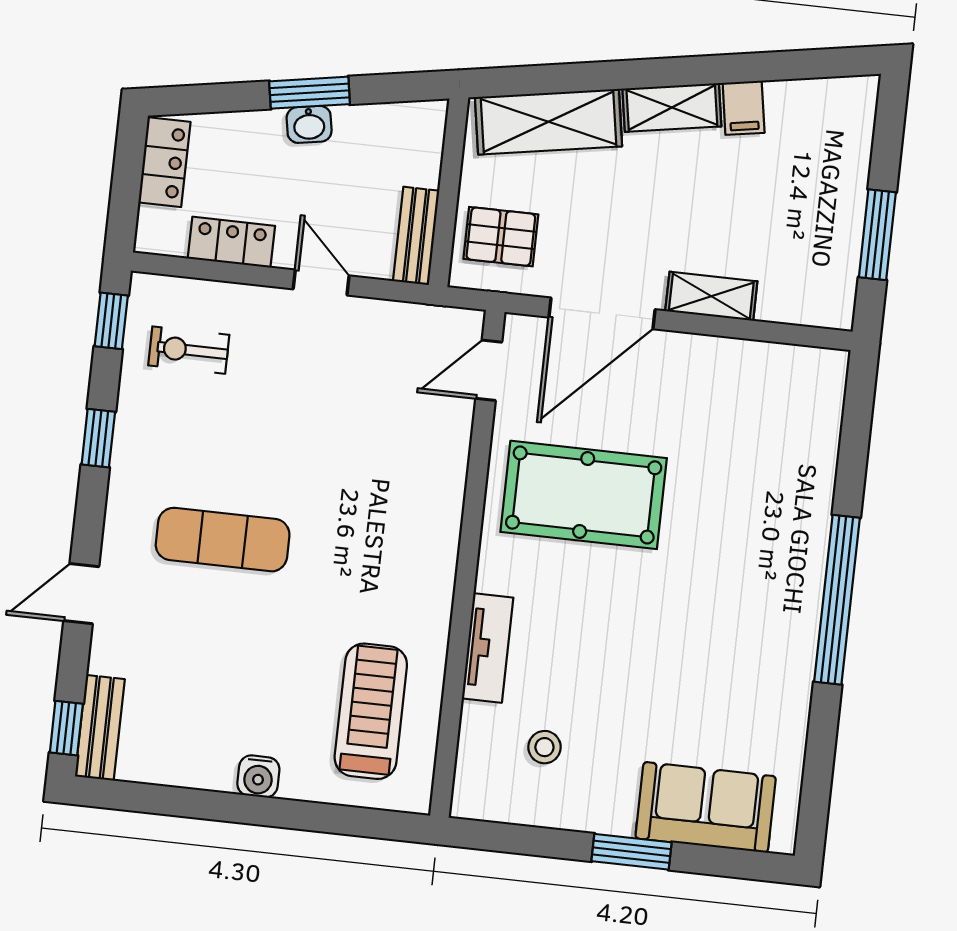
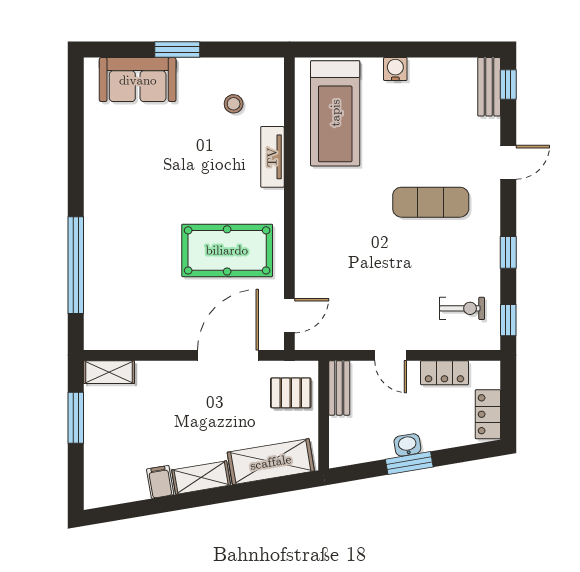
shelving: (711, 296) -> (109, 372), moved
window: (837, 600) -> (76, 265), moved
treadmill: (371, 711) -> (335, 113), width x1.37, depth x1.38

